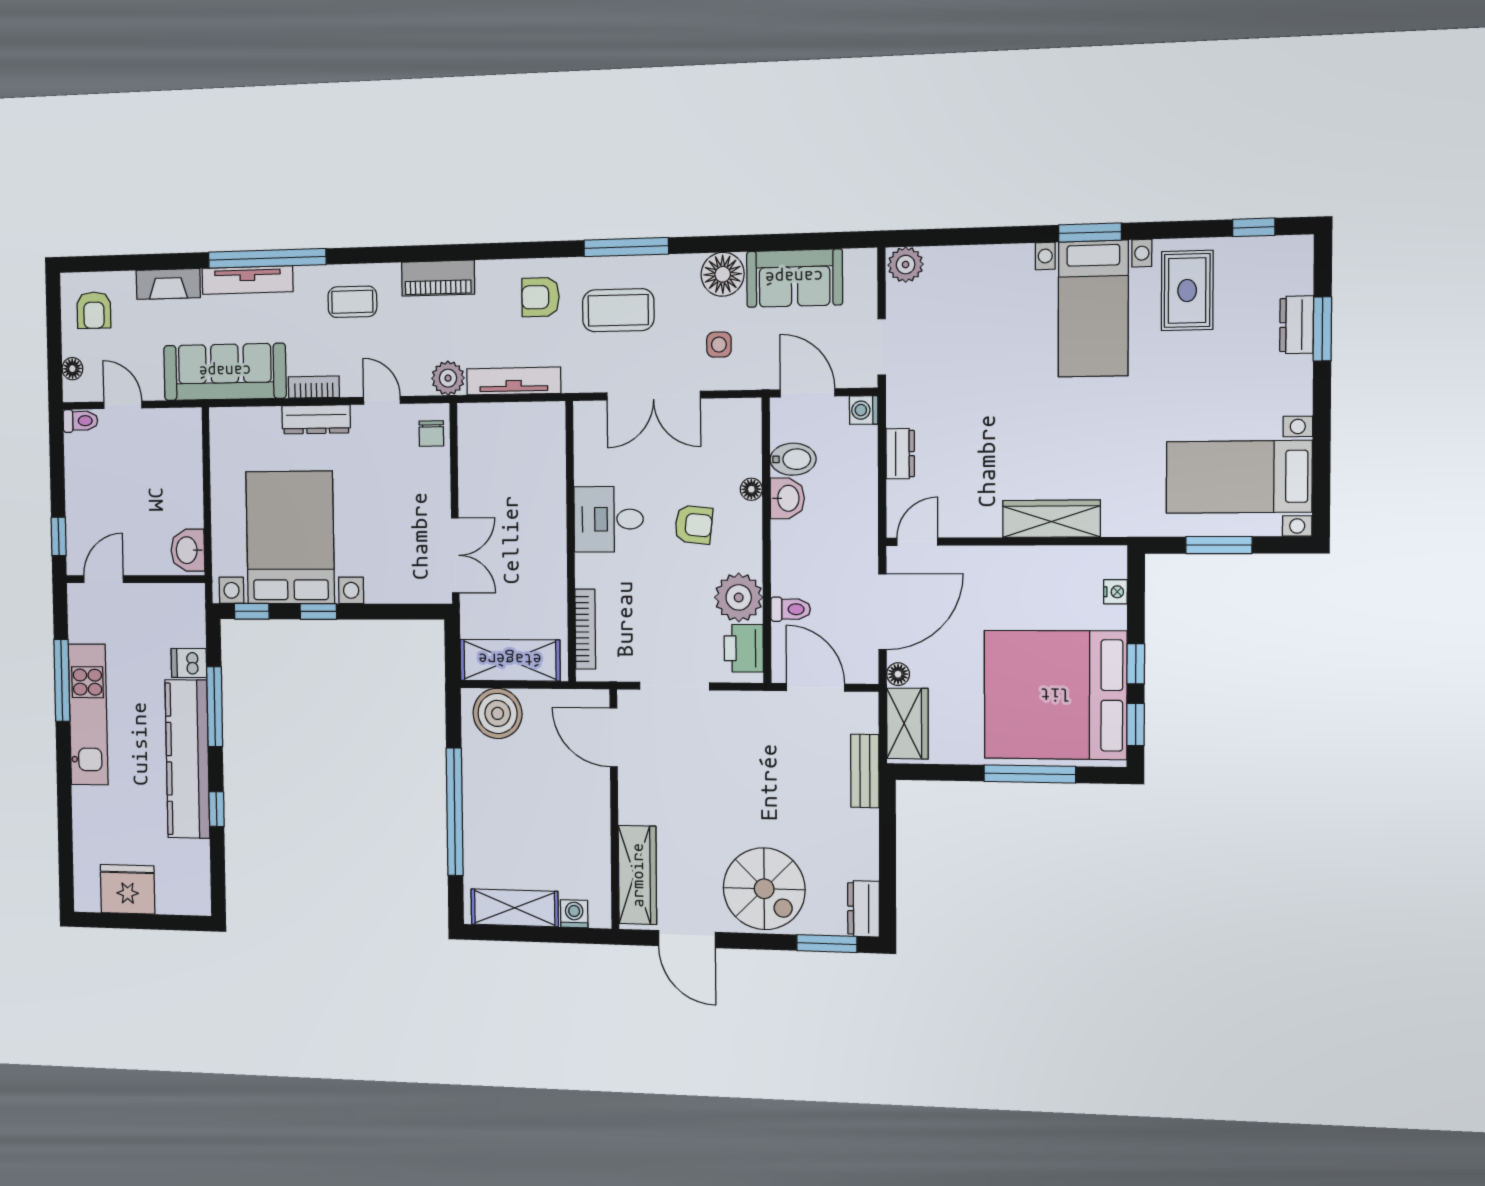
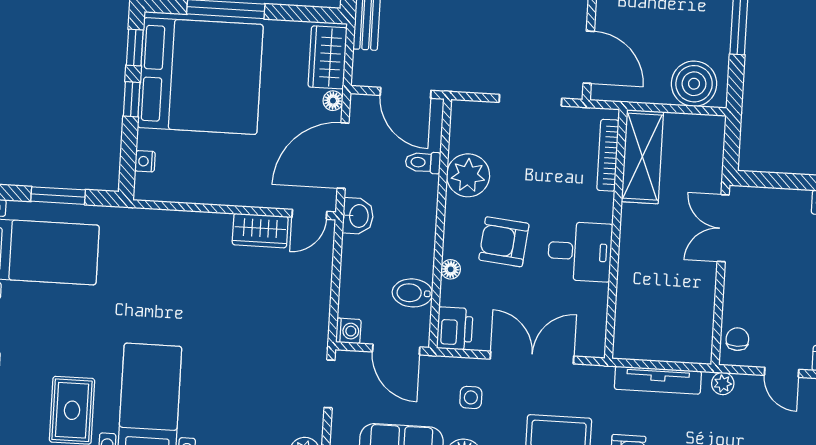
plant: (448, 378) -> (723, 384), width x0.73, depth x0.73
dresser: (900, 454) -> (319, 291), removed
washbasin: (787, 498) -> (358, 216), moved, turned 180
wardrobe: (1051, 519) -> (260, 231), moved, width x0.67
armchair: (694, 525) -> (504, 242), width x1.38, depth x1.38
printer: (744, 648) -> (455, 328), moved
shelving: (510, 660) -> (642, 157), moved, turned 90

